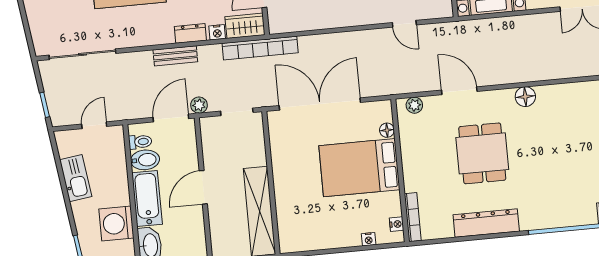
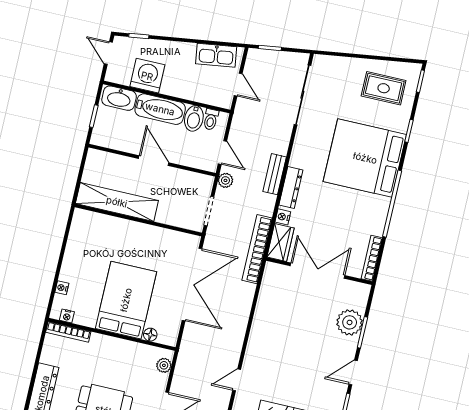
dresser: (190, 33) -> (291, 188), width x1.44
door: (171, 118) -> (222, 153), width x0.73
kitchen sink: (76, 178) -> (216, 55), moved

